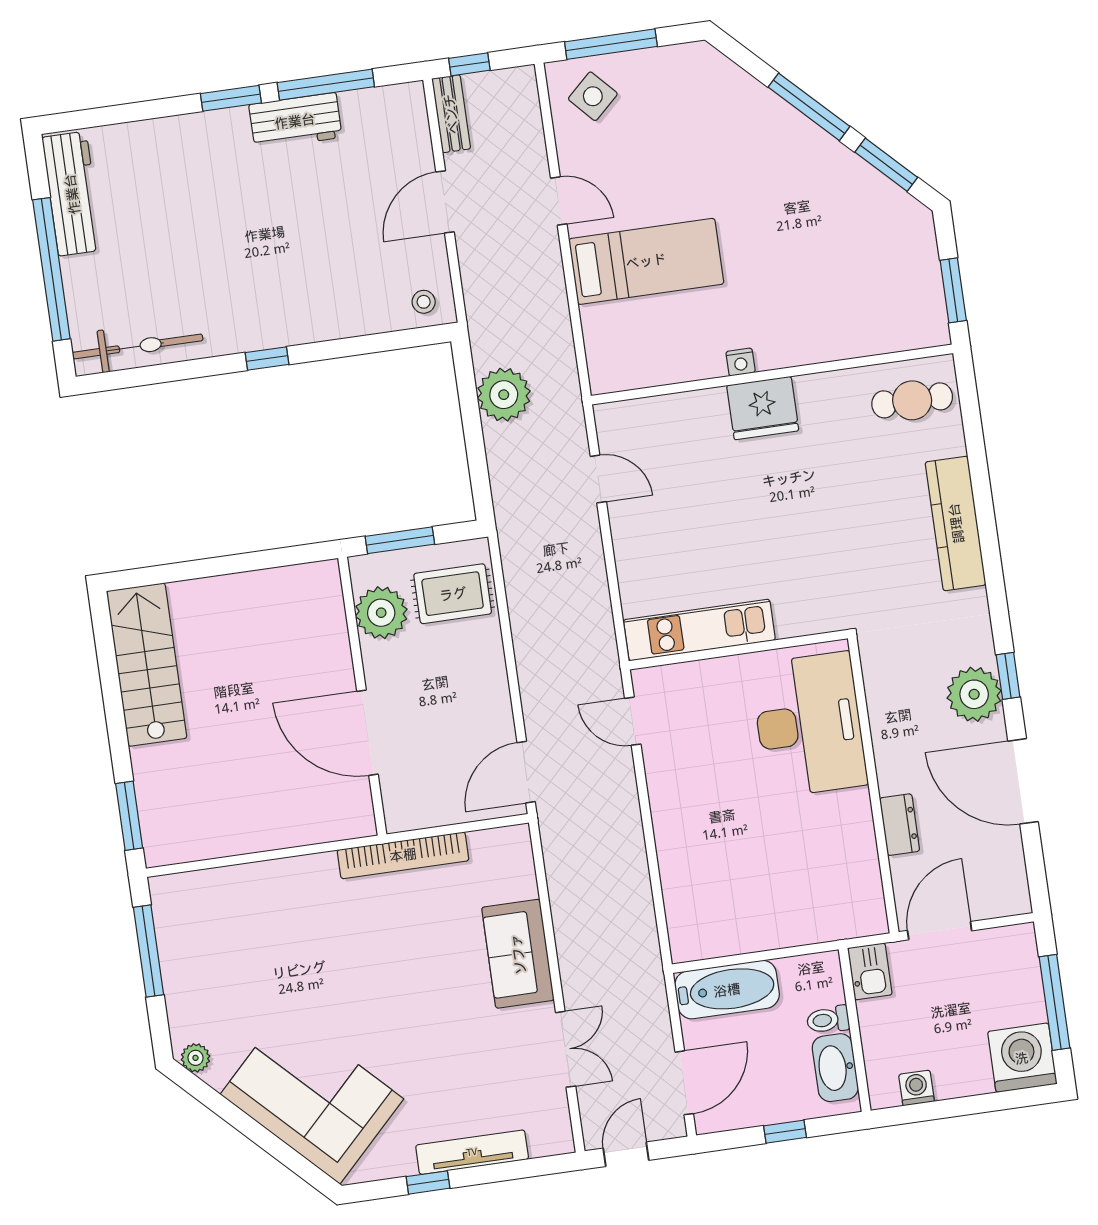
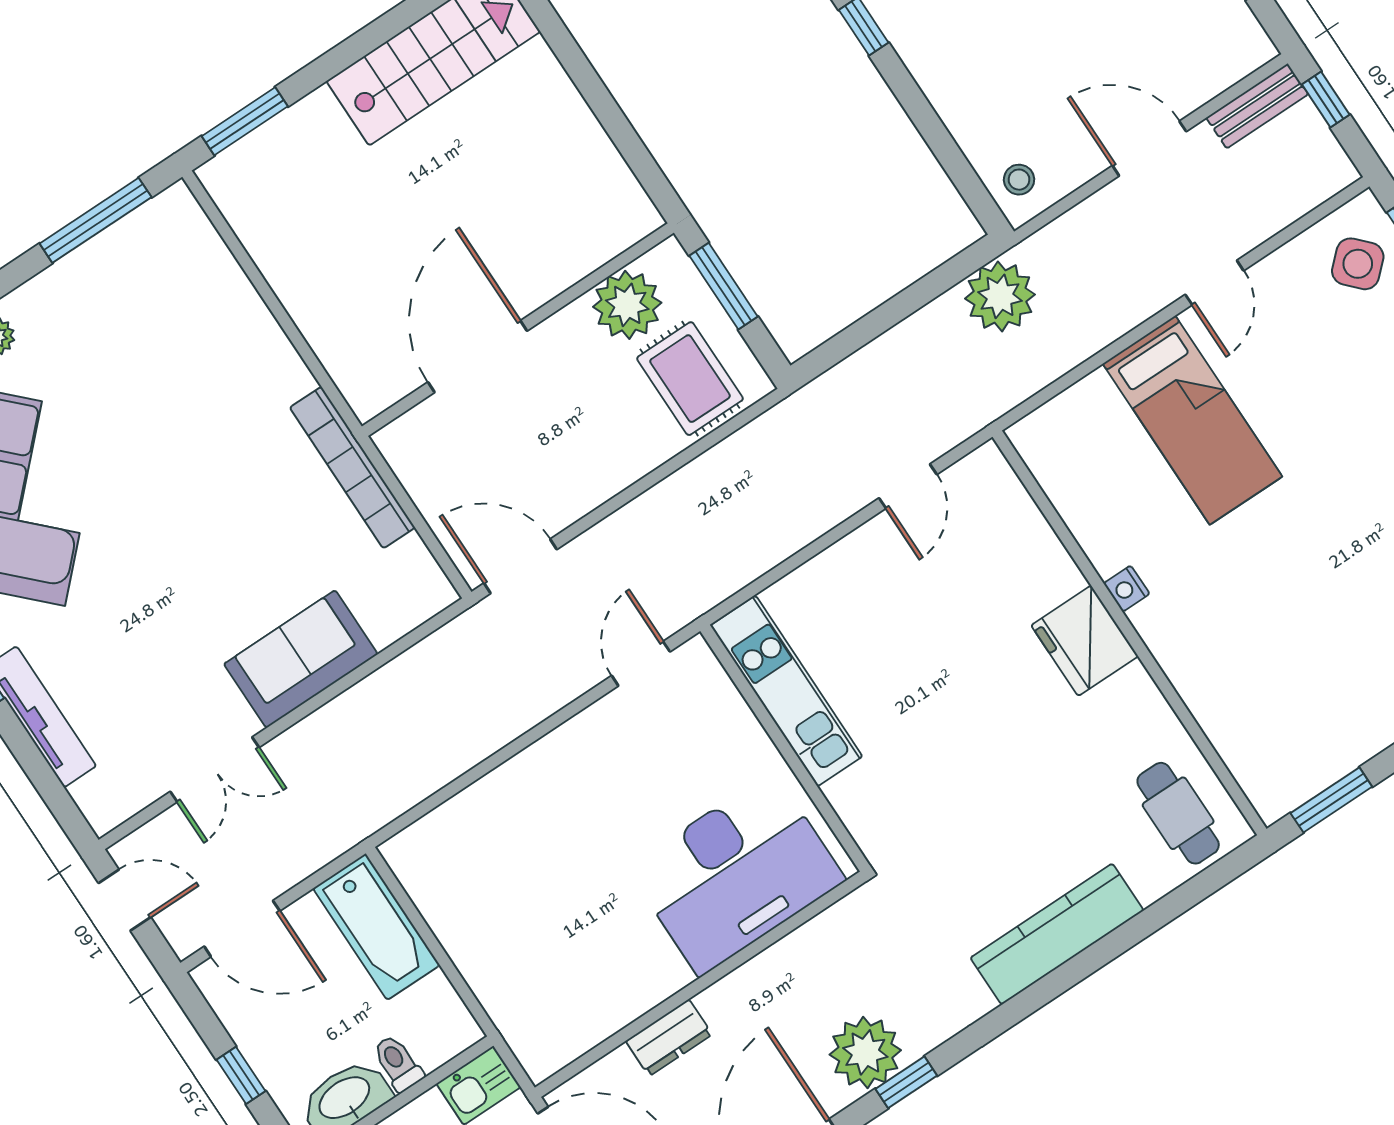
plant: (504, 395) -> (1000, 296), moved

